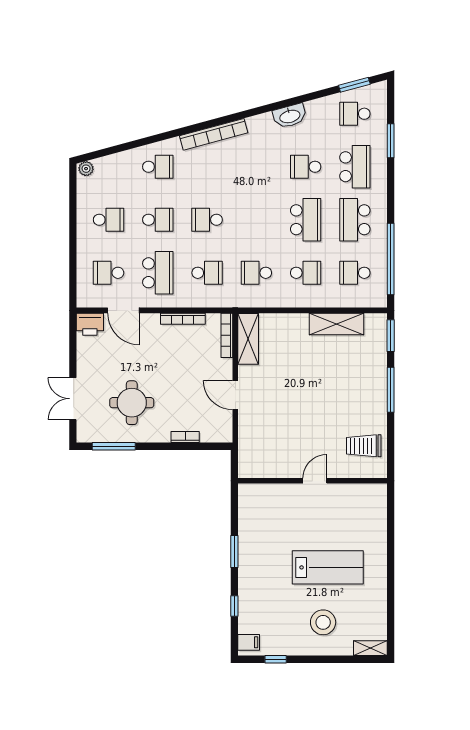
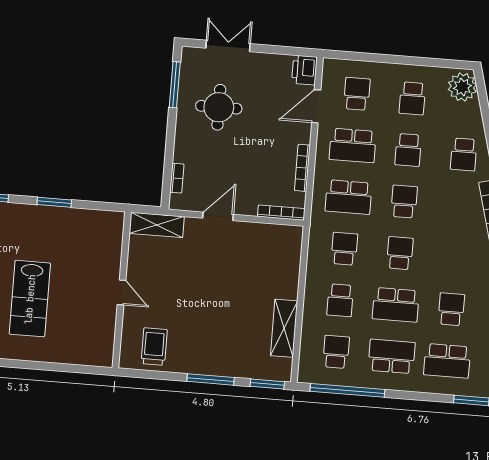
plant: (86, 169) -> (462, 87), width x1.88, depth x1.88
school desk: (256, 220) -> (400, 253), added
school desk: (207, 273) -> (348, 197), width x1.85
shelving: (248, 339) -> (157, 225), moved
bookcase: (185, 437) -> (177, 178), moved

